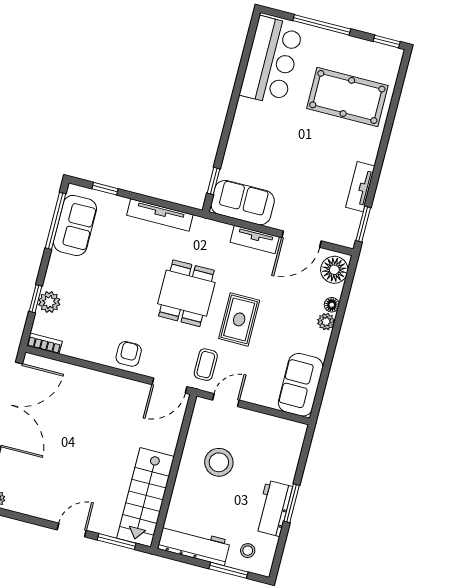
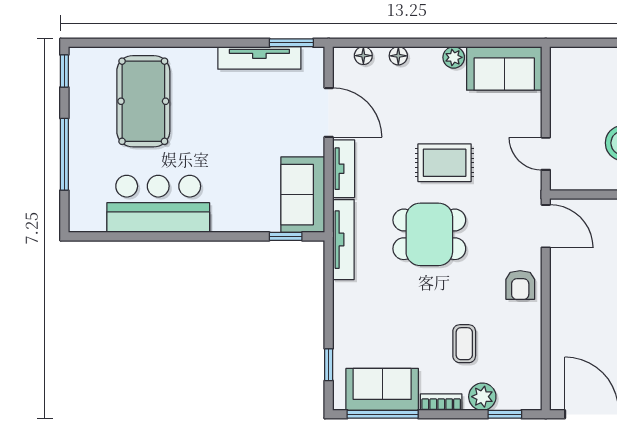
bar counter: (271, 61) -> (158, 204), moved
tv unit: (360, 187) -> (259, 58), width x1.41
tv unit: (160, 215) -> (343, 240), moved
floor lamp: (334, 270) -> (363, 56), width x0.53, depth x0.53
window: (36, 299) -> (505, 414), moved
plant: (326, 322) -> (454, 57), moved
bookcase: (44, 343) -> (441, 402), moved, turned 90
armchair: (129, 354) -> (520, 285), turned -90
coffee table: (206, 365) -> (464, 344), moved, turned 90

